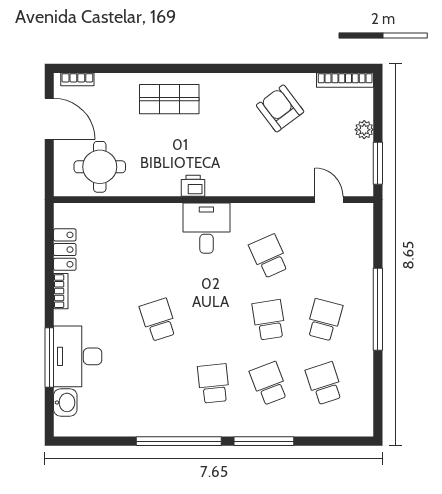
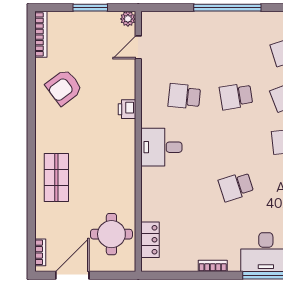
plant: (364, 130) -> (128, 19), moved
window: (378, 163) -> (90, 8), moved
printer: (193, 186) -> (127, 109), moved
locker: (65, 250) -> (150, 240), moved, turned 90
school desk: (269, 256) -> (184, 96), turned 30
school desk: (324, 320) -> (236, 51), removed

